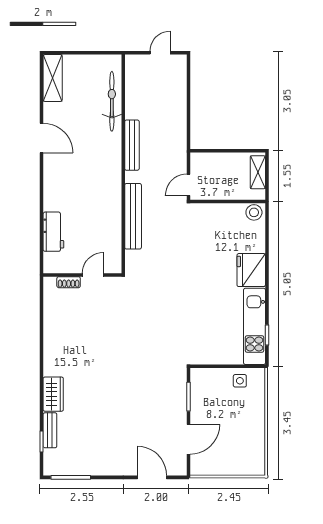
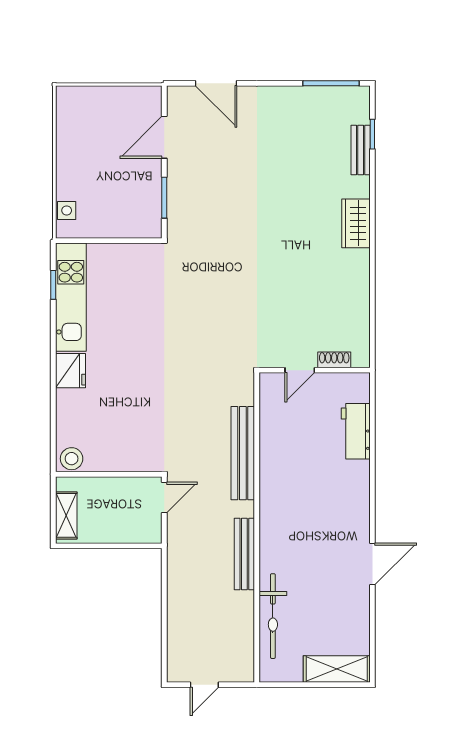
shelving: (53, 78) -> (337, 669), moved, turned 90
door: (42, 138) -> (372, 564), swing flipped
fridge: (251, 270) -> (70, 371), width x0.73, depth x0.75
side table: (240, 381) -> (67, 210), moved
wardrobe: (53, 394) -> (356, 223), moved

